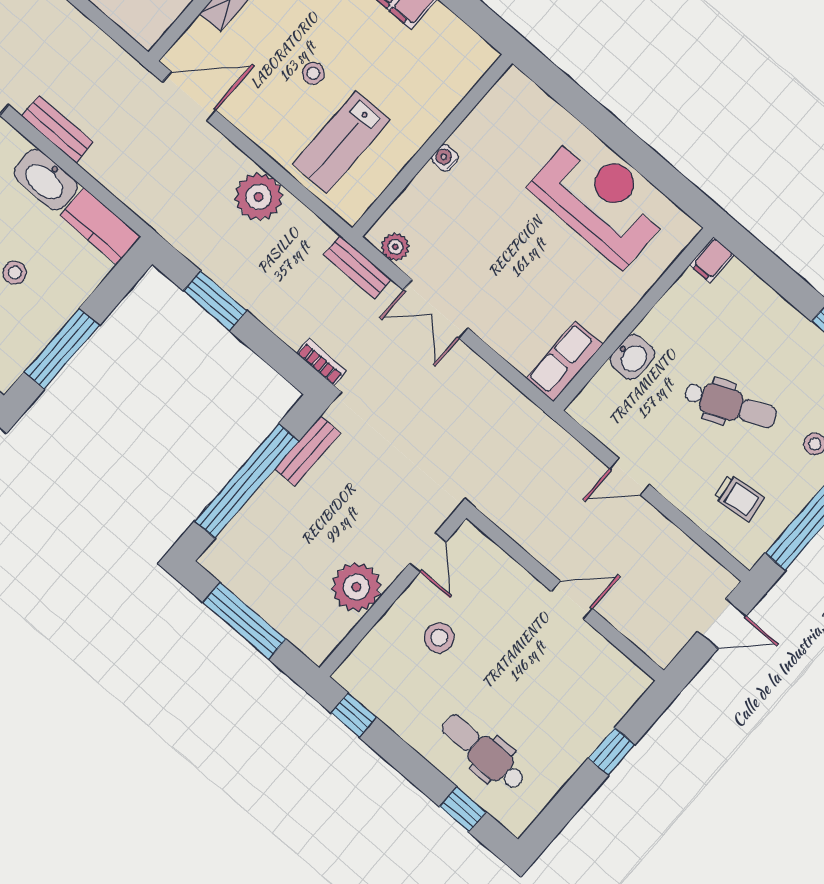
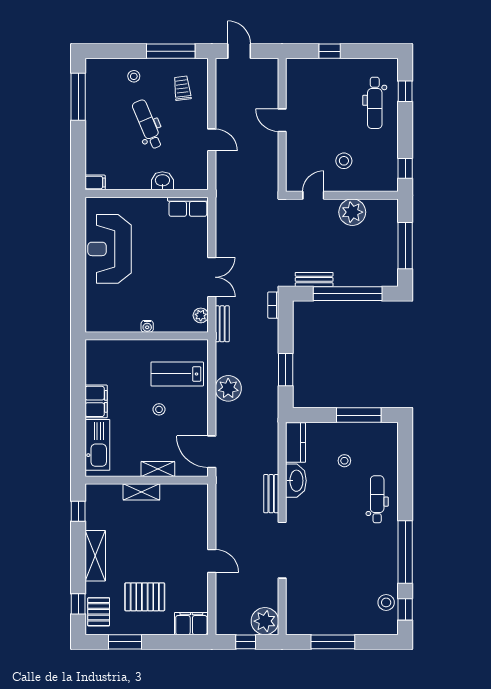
lab bench: (341, 142) -> (177, 374), turned 180

